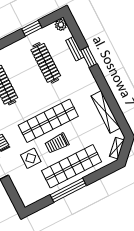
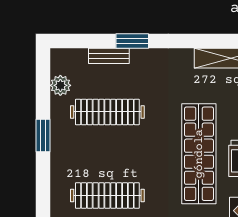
plant: (61, 25) -> (60, 85), moved
window: (32, 28) -> (43, 135), moved

